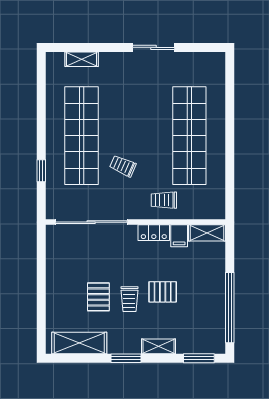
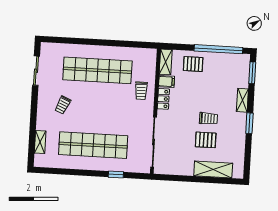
sliding door: (154, 47) -> (36, 71), moved
trolley: (123, 166) -> (63, 105), moved
pallet: (163, 292) -> (193, 64), moved, turned 90
shelving: (79, 343) -> (213, 170), moved, turned 90

